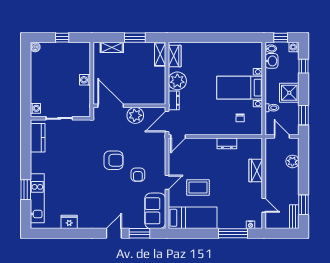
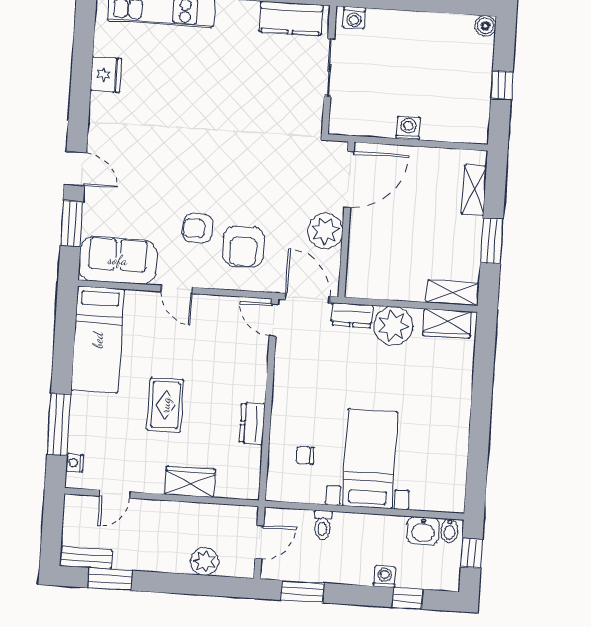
washing machine: (294, 47) -> (385, 577), moved
shower: (289, 93) -> (352, 564), removed
armchair: (114, 160) -> (244, 247), moved
rug: (198, 188) -> (165, 405), moved

